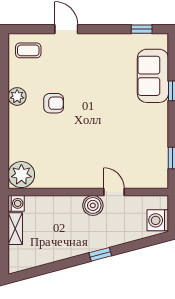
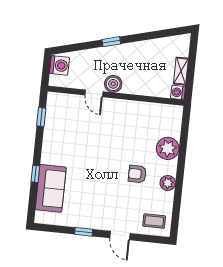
window: (142, 29) -> (84, 232), moved
plant: (21, 175) -> (168, 148), moved

